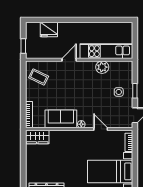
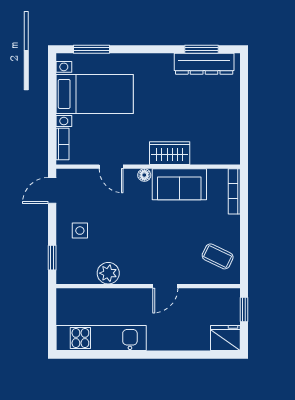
fridge: (49, 29) -> (225, 338), moved
kitchen unit: (106, 51) -> (101, 338), moved, turned 180
window: (135, 91) -> (52, 258), moved
wardrobe: (37, 137) -> (170, 153), moved

